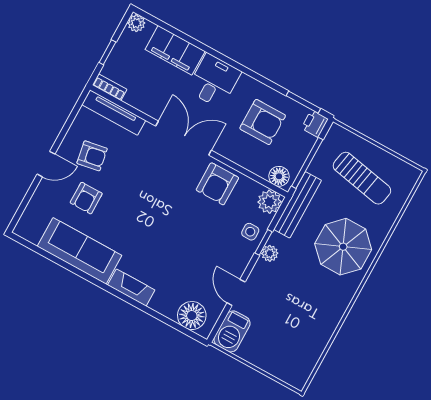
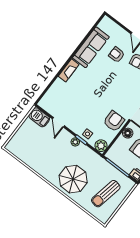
floor lamp: (279, 176) -> (128, 133), moved
armchair: (217, 184) -> (114, 121), turned 90
bench: (298, 205) -> (97, 159), removed
door: (236, 292) -> (58, 122), swing flipped
floor lamp: (192, 316) -> (50, 98), removed

